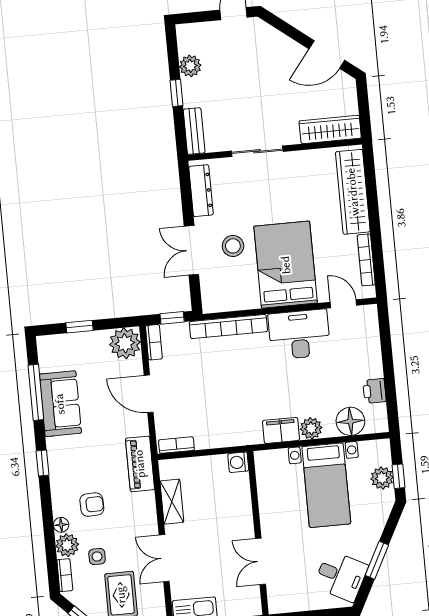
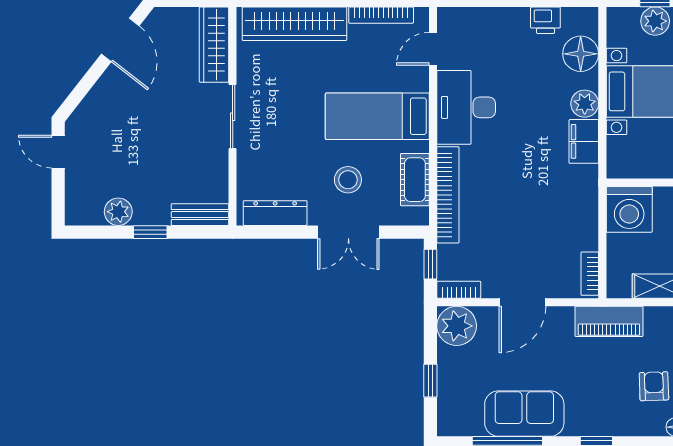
sliding door: (257, 151) -> (233, 117), moved
bed: (286, 265) -> (377, 116), width x0.67
cot: (238, 299) -> (415, 180), added
washing machine: (238, 462) -> (629, 209), width x1.89, depth x1.89

